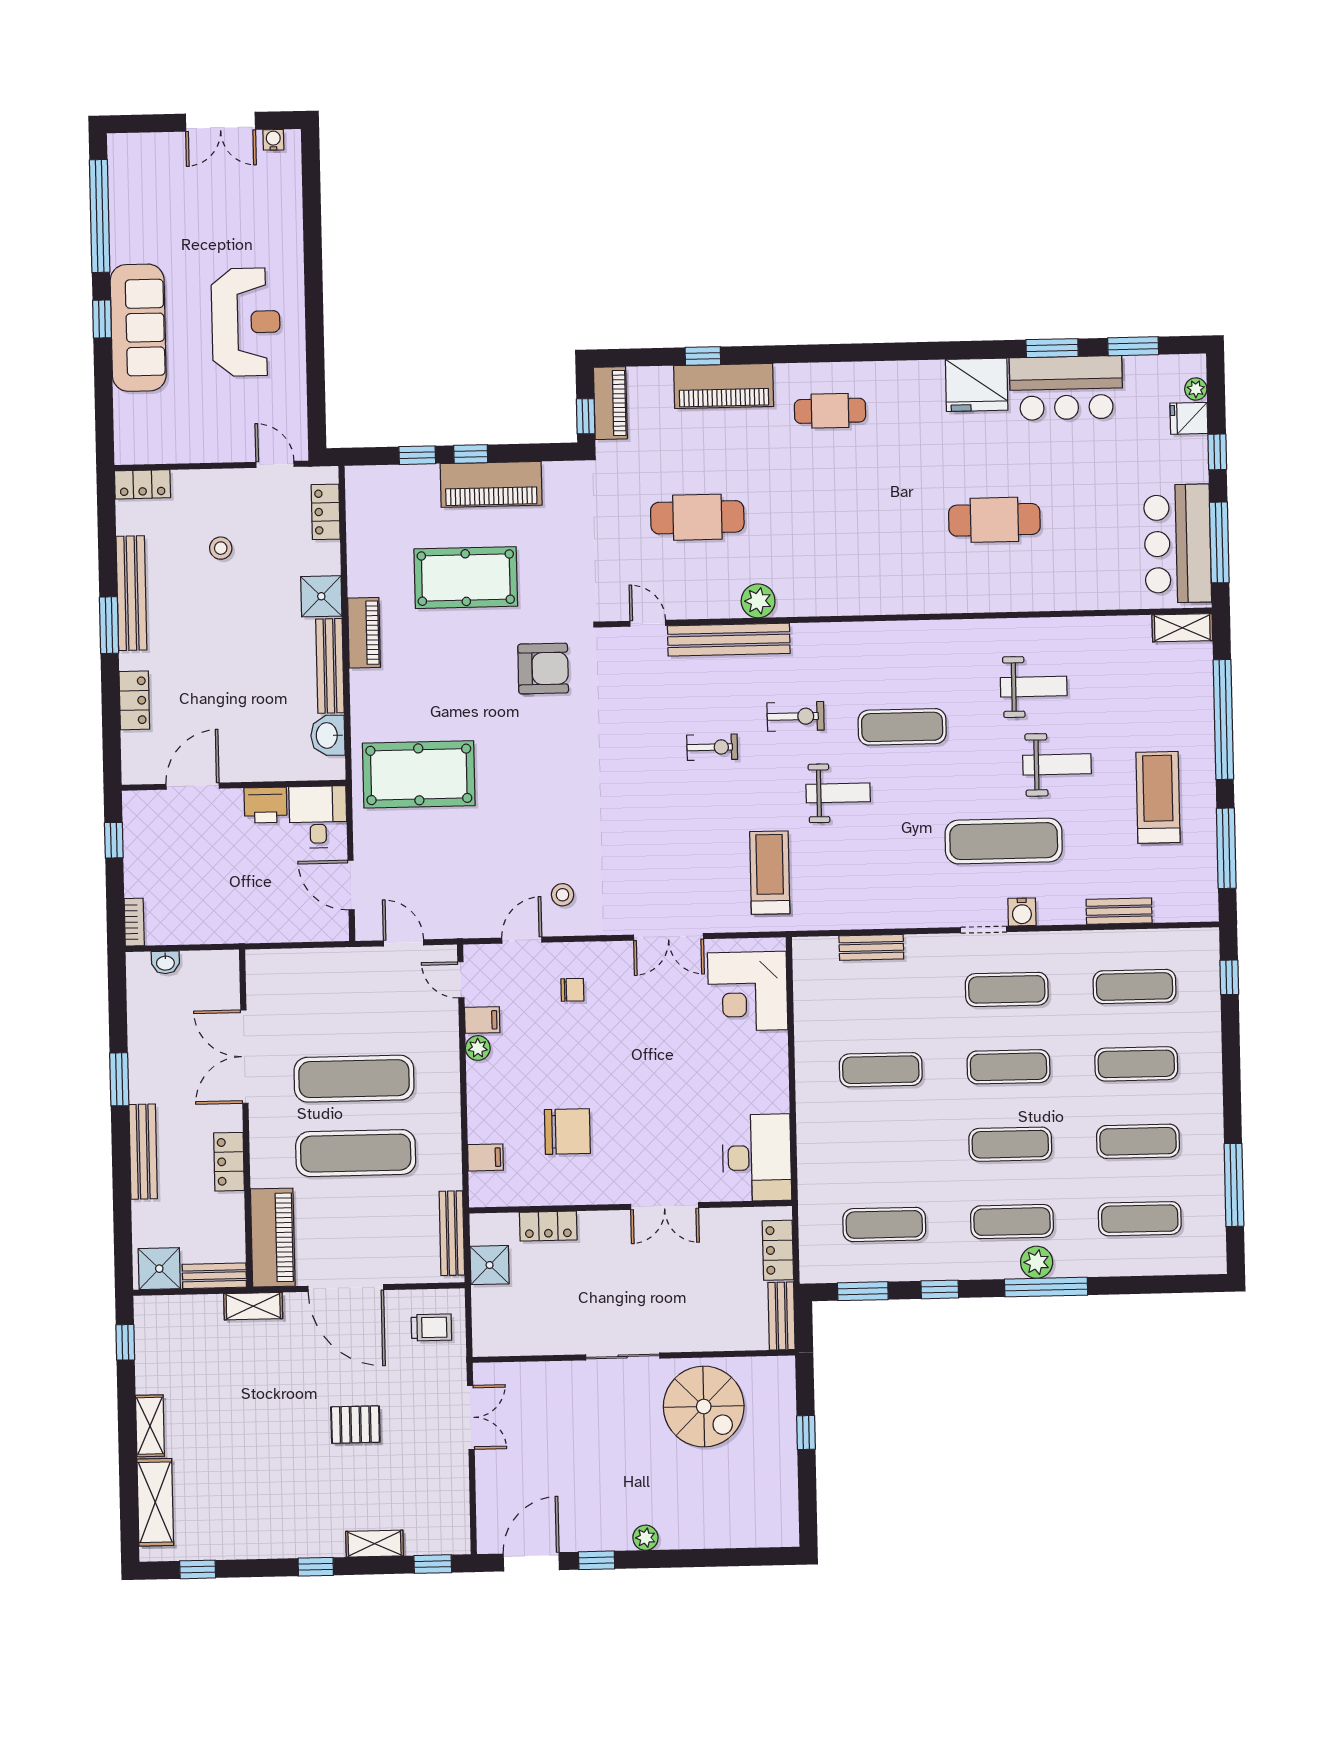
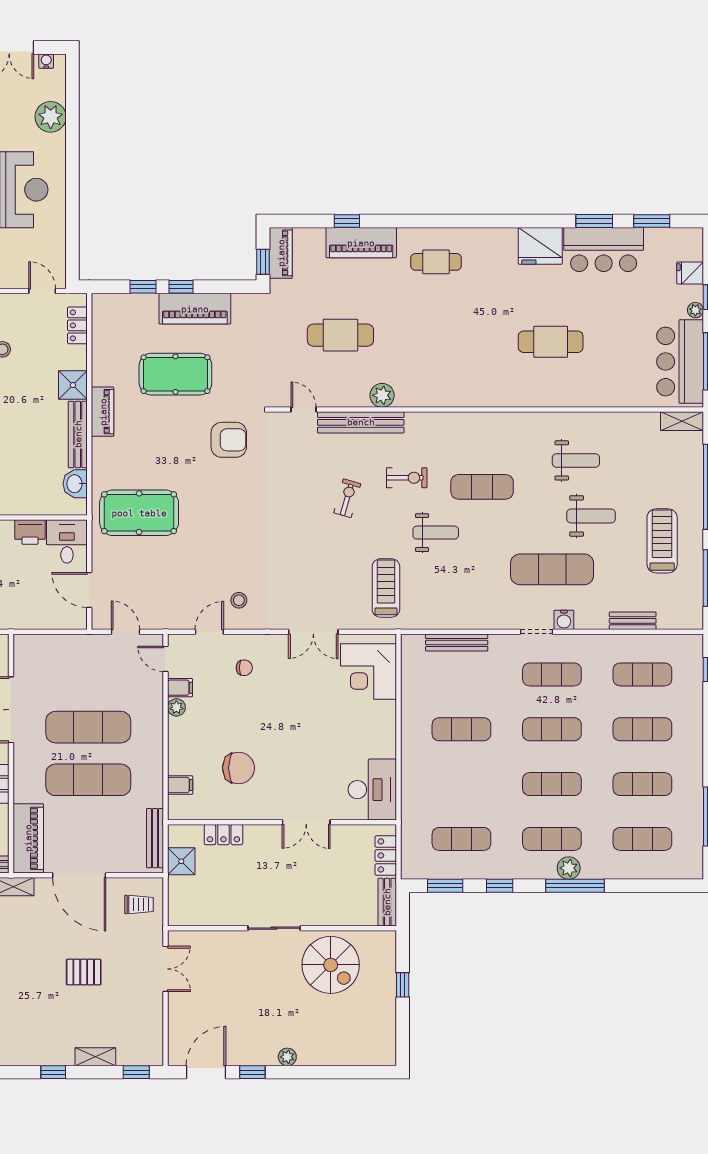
plant: (281, 218) -> (51, 117), added
plant: (1196, 389) -> (695, 310), moved
exercise bike: (712, 747) -> (347, 498), turned -74
bench: (871, 947) -> (457, 643), width x1.36

